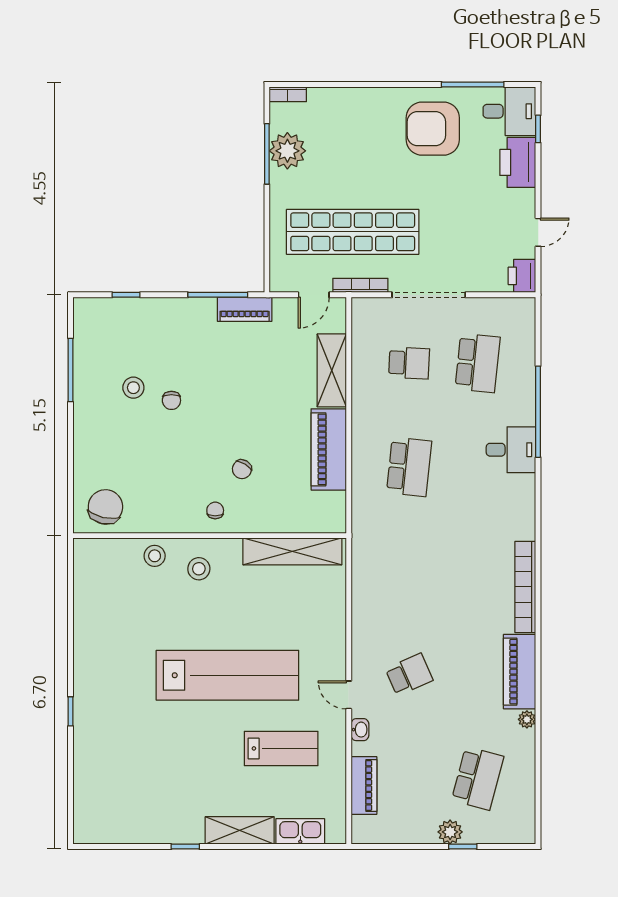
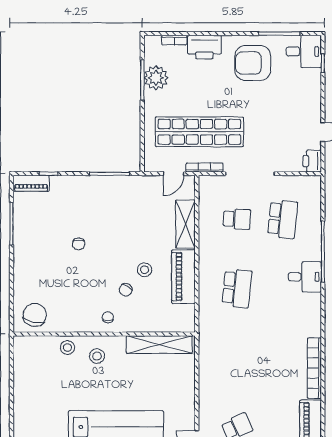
bookcase: (288, 94) -> (174, 40), moved
printer: (518, 162) -> (204, 47), moved, turned -90
piano: (245, 309) -> (31, 183), moved
stool: (133, 388) -> (145, 270), moved

